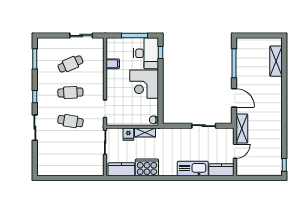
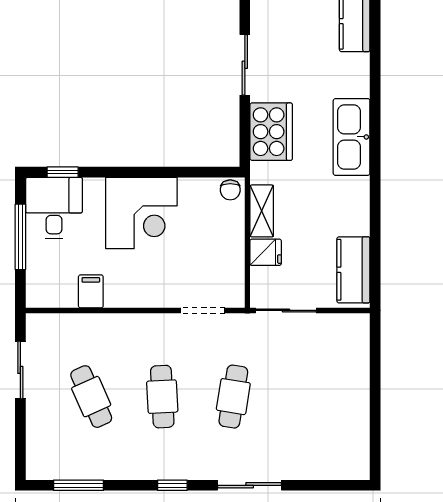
desk: (146, 53) -> (54, 208), width x0.73
cooker: (147, 167) -> (271, 132), moved, turned 180
kitchen sink: (193, 169) -> (352, 137), moved

